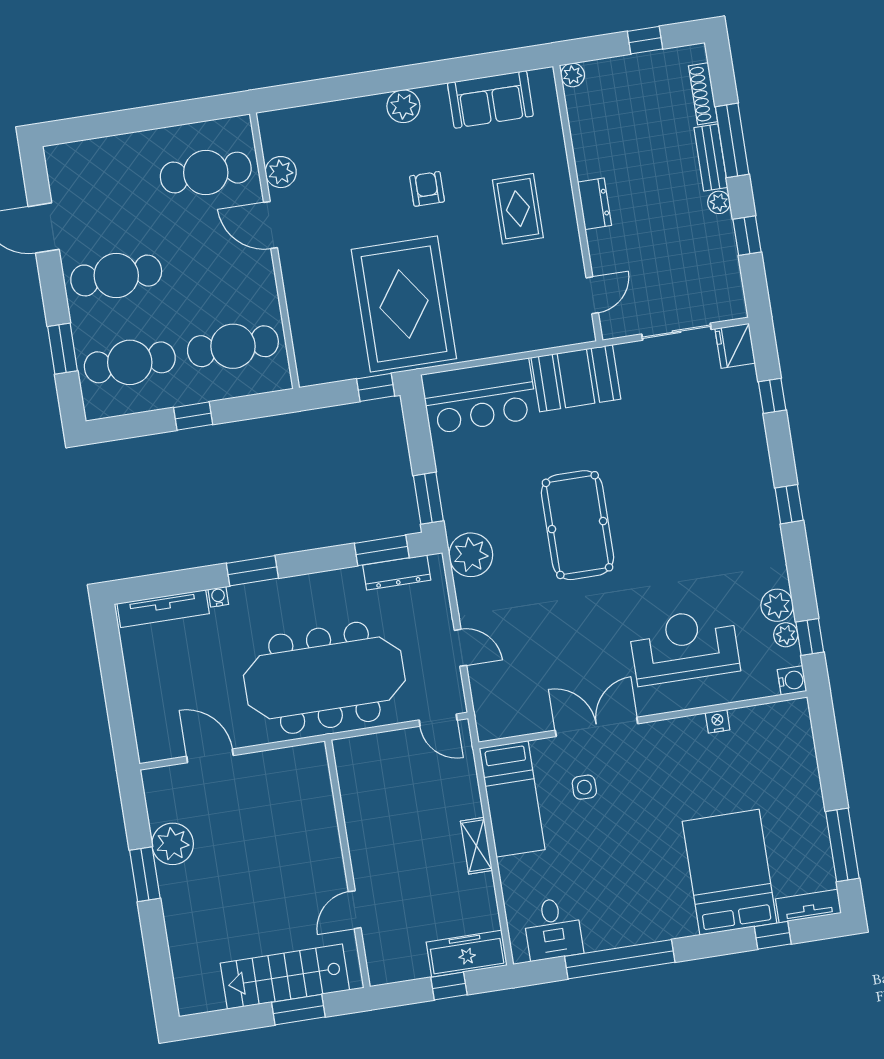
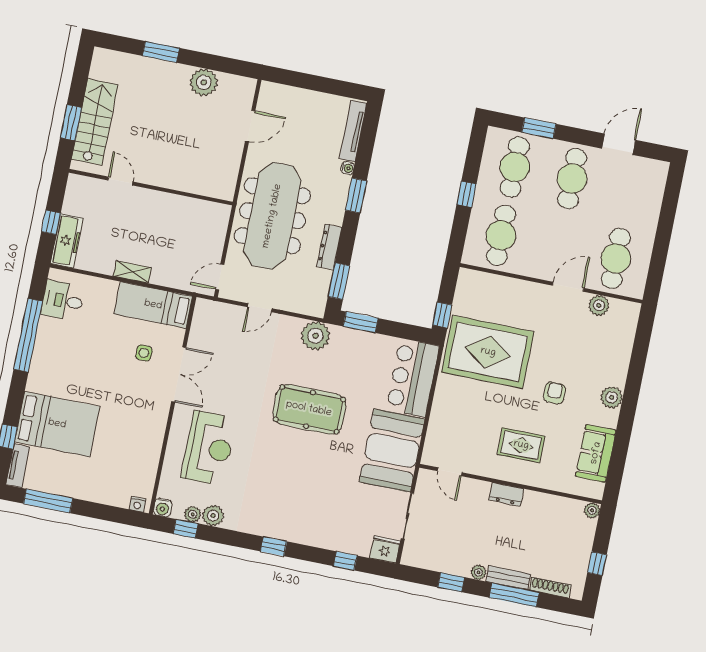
armchair: (427, 189) -> (554, 393), turned -90
booth: (576, 378) -> (392, 450), width x1.36, depth x1.42
dresser: (397, 573) -> (329, 247), moved
nightstand: (718, 721) -> (138, 504), moved, turned 90
window: (145, 874) -> (161, 52), moved

